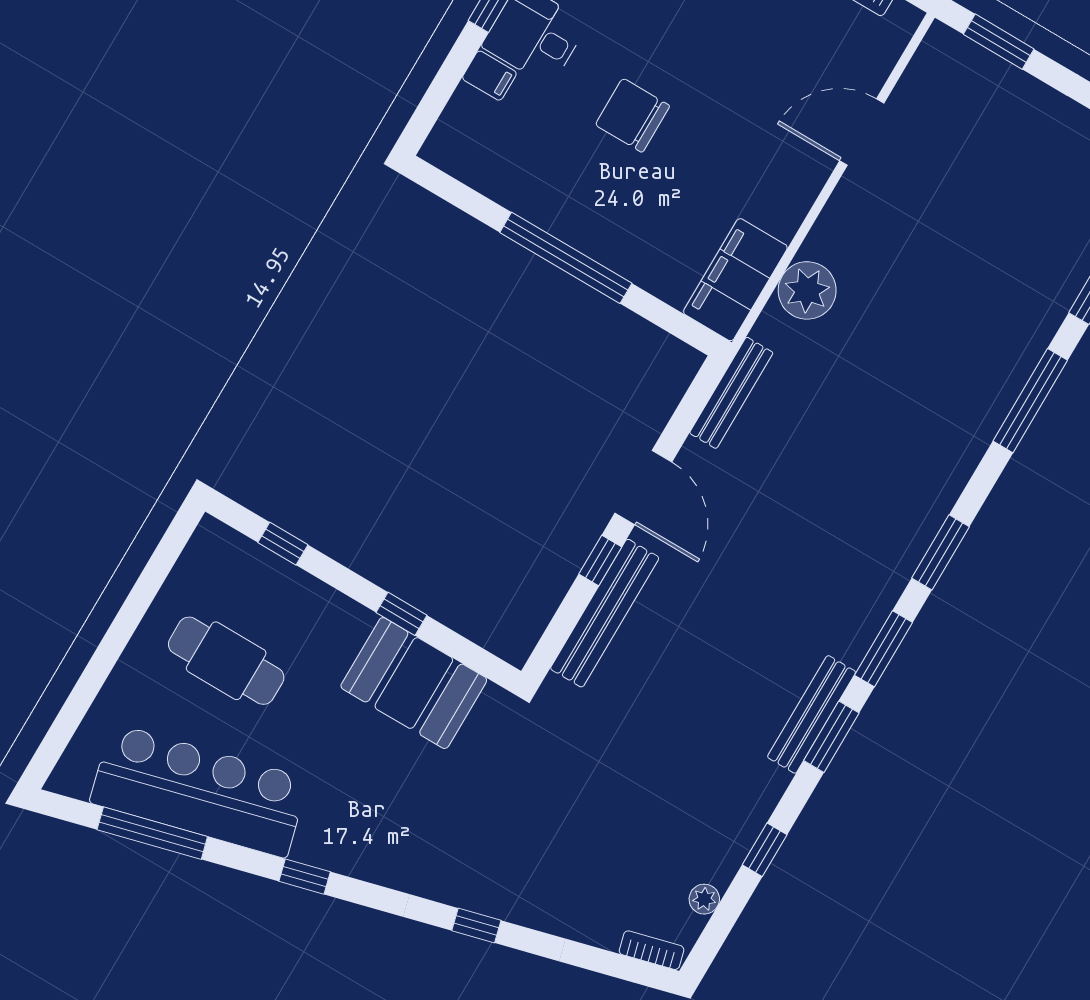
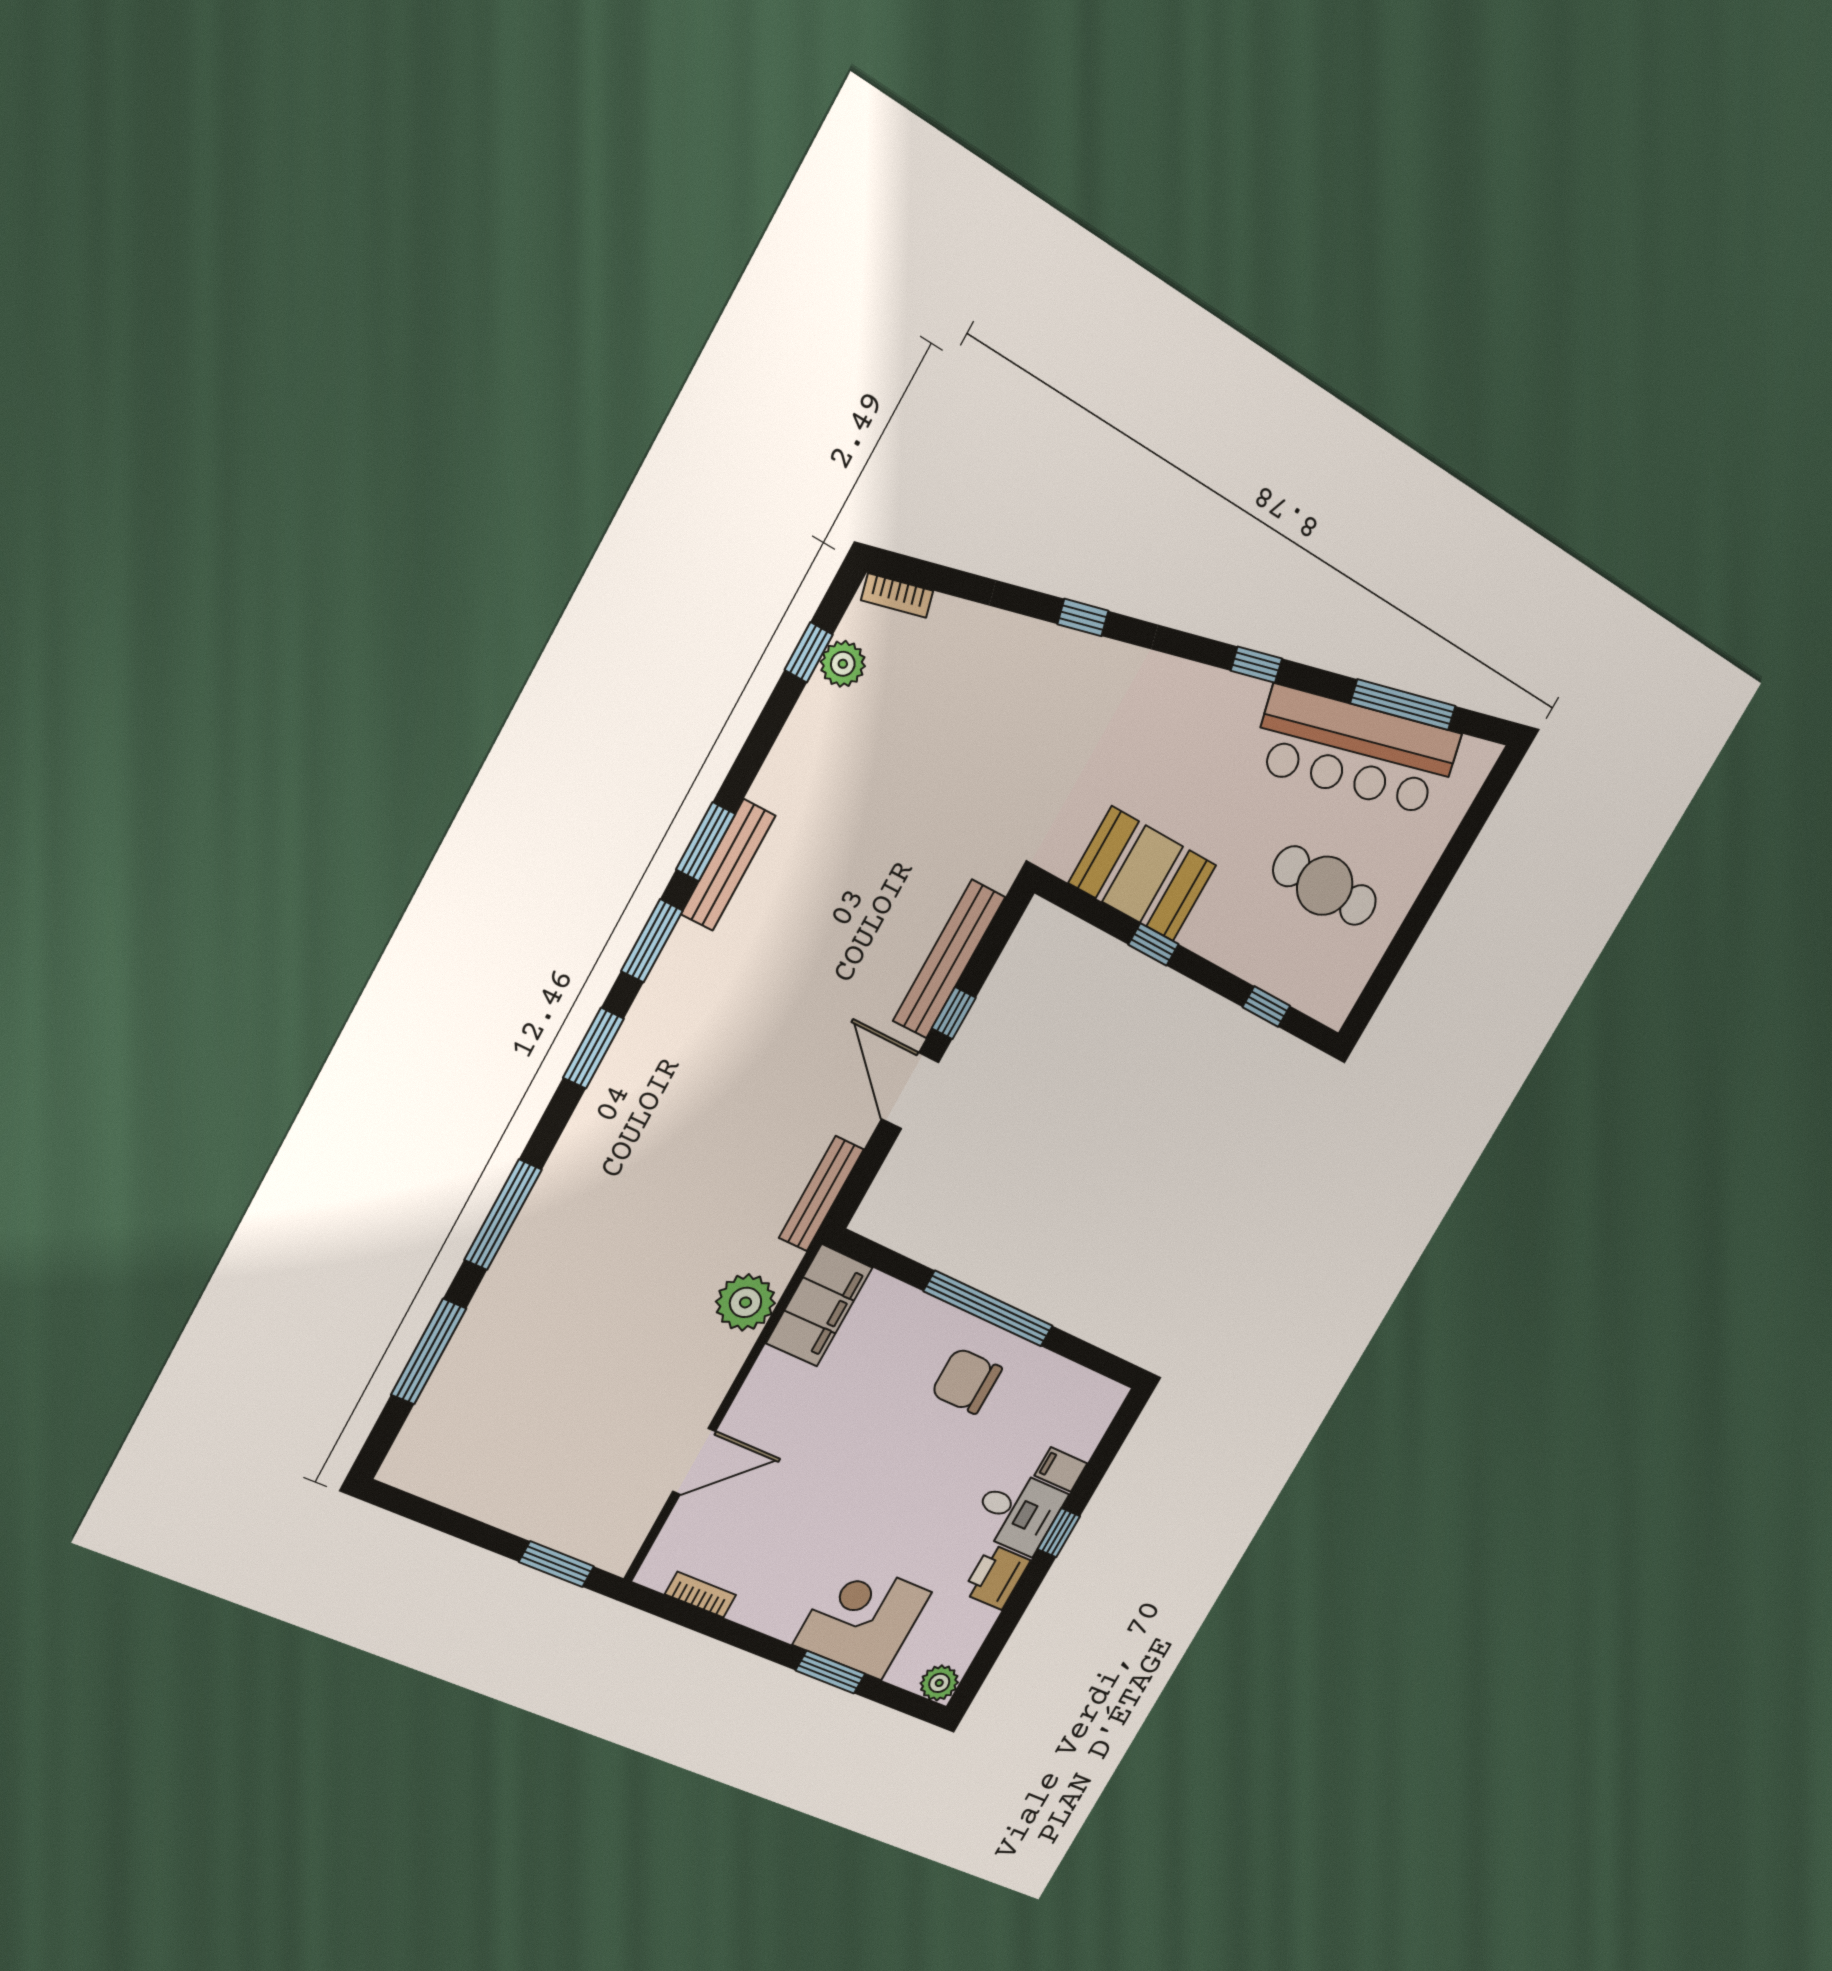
chair: (633, 115) -> (966, 1381), moved, turned 180
window: (765, 850) -> (809, 652), moved
plant: (704, 899) -> (843, 664), width x1.38, depth x1.38

